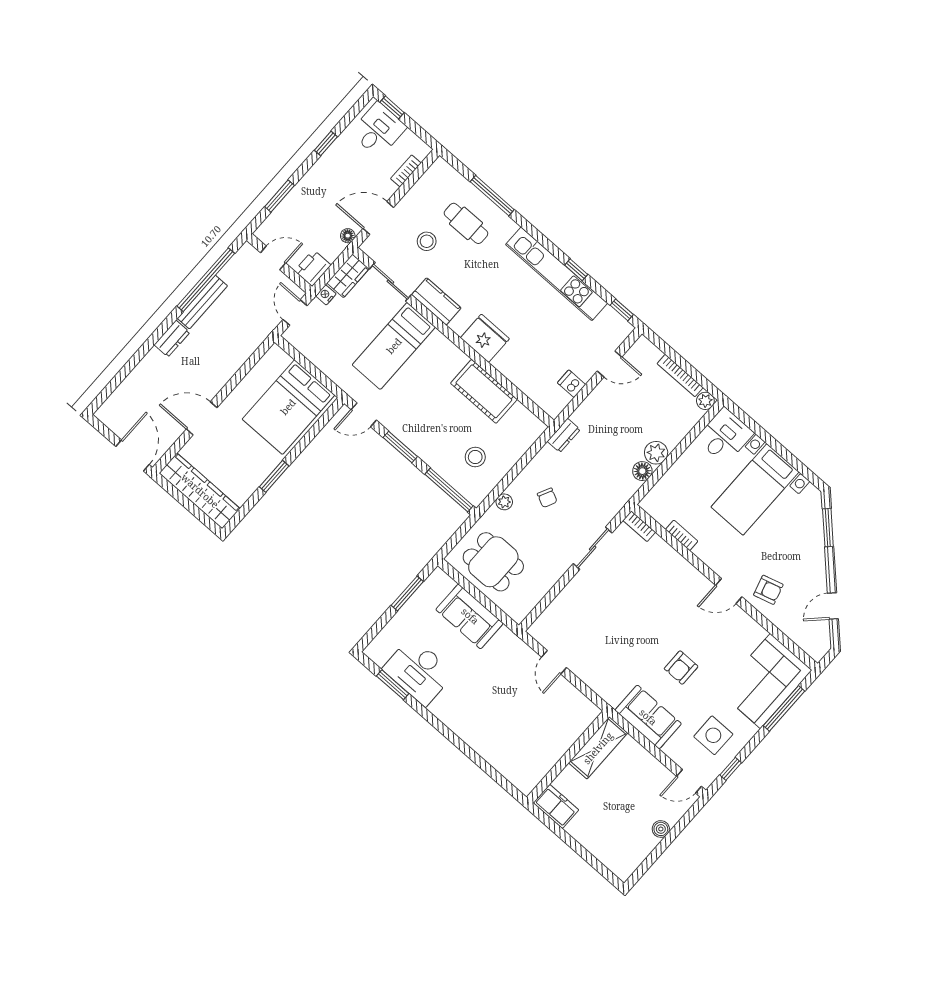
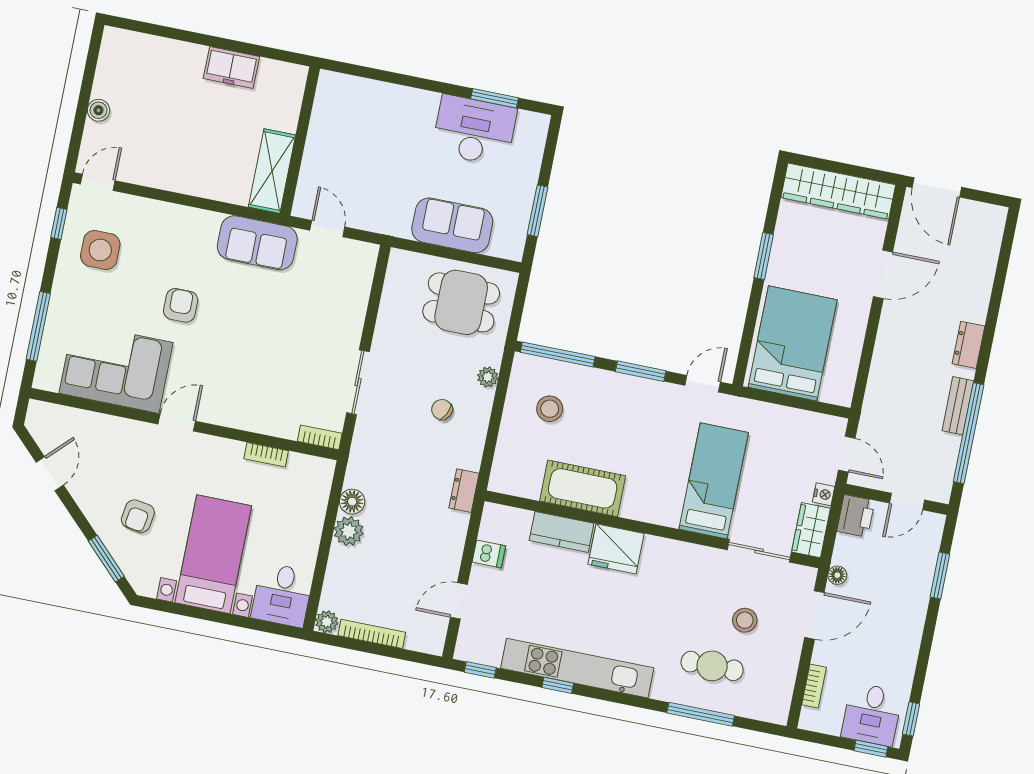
window: (326, 143) -> (911, 719), moved
kitchen counter: (436, 301) -> (562, 532), moved
bench: (202, 302) -> (958, 406), width x0.73
armchair: (768, 590) -> (138, 516), moved, turned -65
corner sofa: (765, 681) -> (116, 368), moved, turned -90
sofa: (648, 717) -> (257, 243), moved
shelving: (598, 748) -> (272, 171), moved
wall: (568, 757) -> (300, 141), moved

